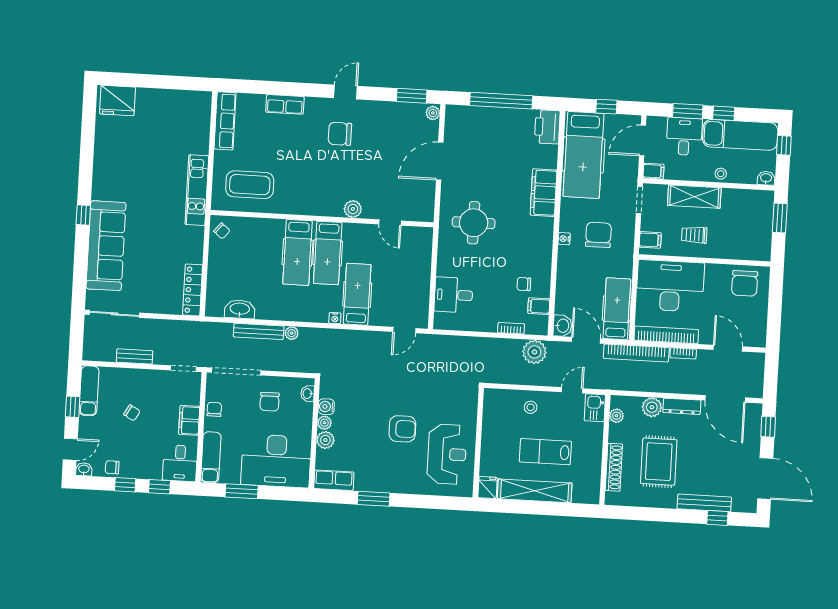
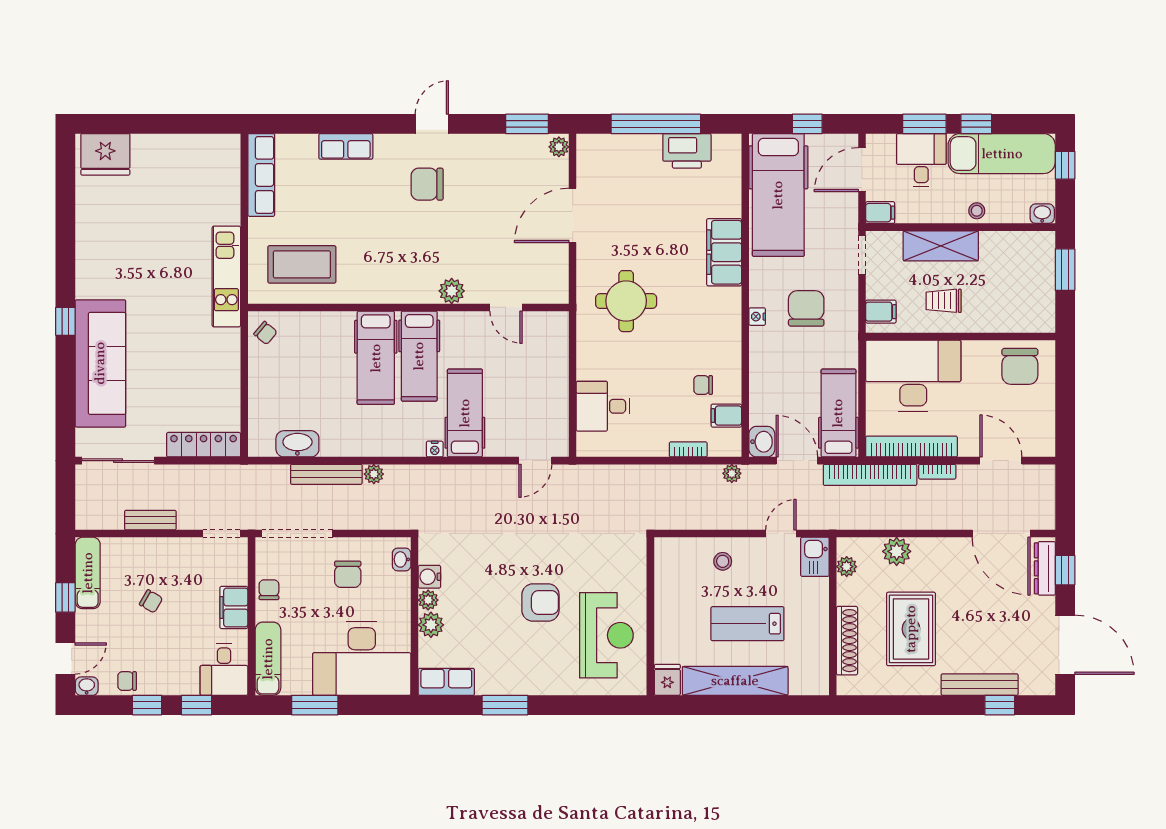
printer: (547, 127) -> (687, 151), moved, turned -90
locker: (193, 290) -> (204, 445), moved, turned 90
plant: (534, 352) -> (732, 473), width x0.53, depth x0.53
dresser: (682, 406) -> (1045, 568), moved, turned 90

